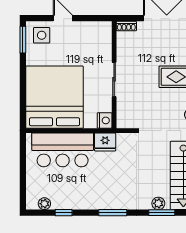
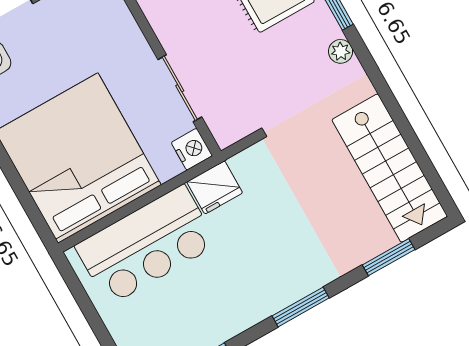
sliding door: (114, 79) -> (180, 88), moved
plant: (158, 203) -> (373, 244), removed

